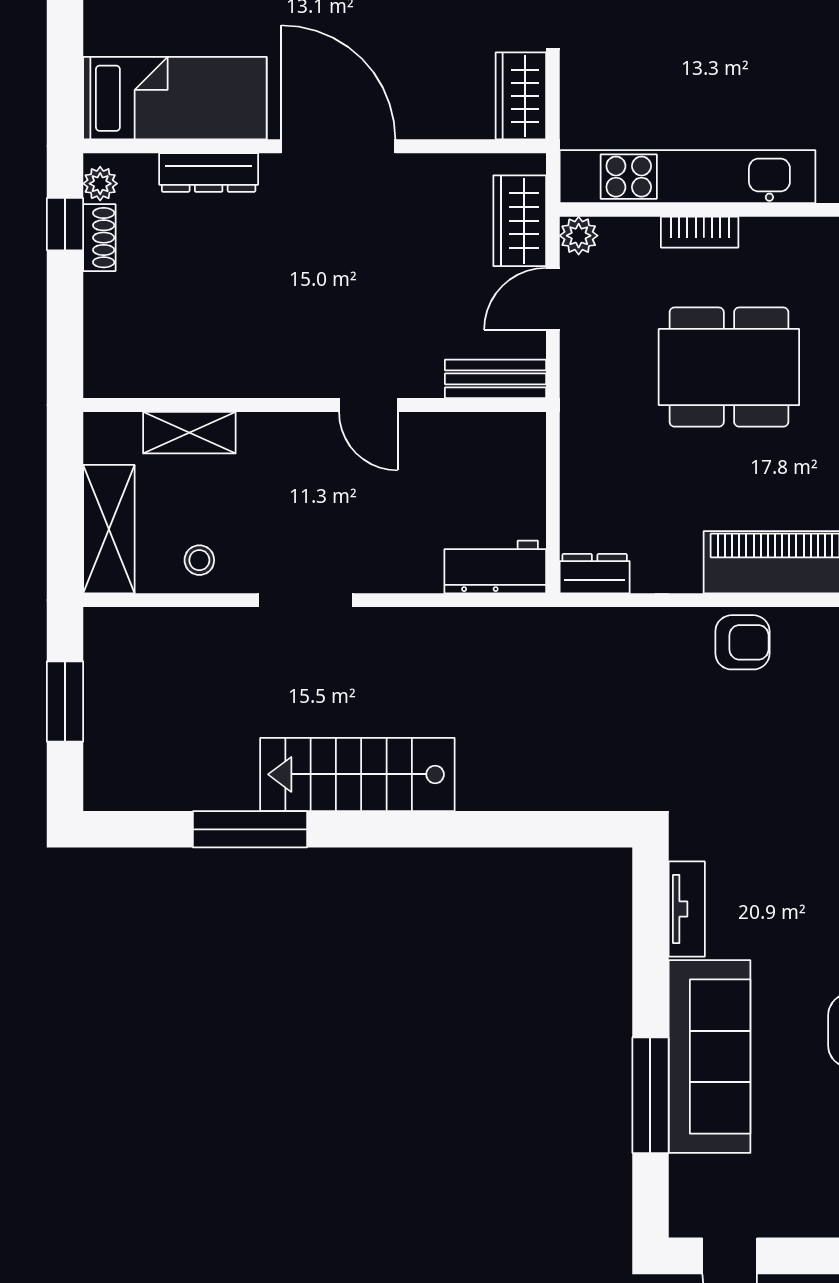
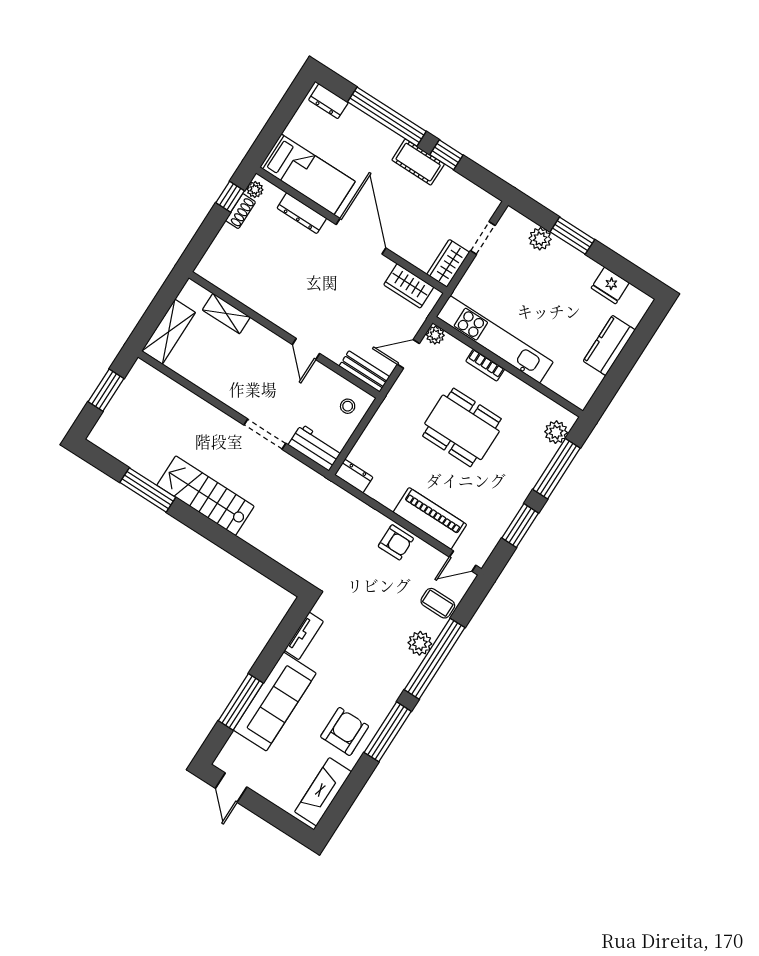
wardrobe: (520, 221) -> (409, 286), moved, turned -90
stool: (199, 560) -> (348, 406), moved
doorway: (305, 600) -> (265, 434), moved

